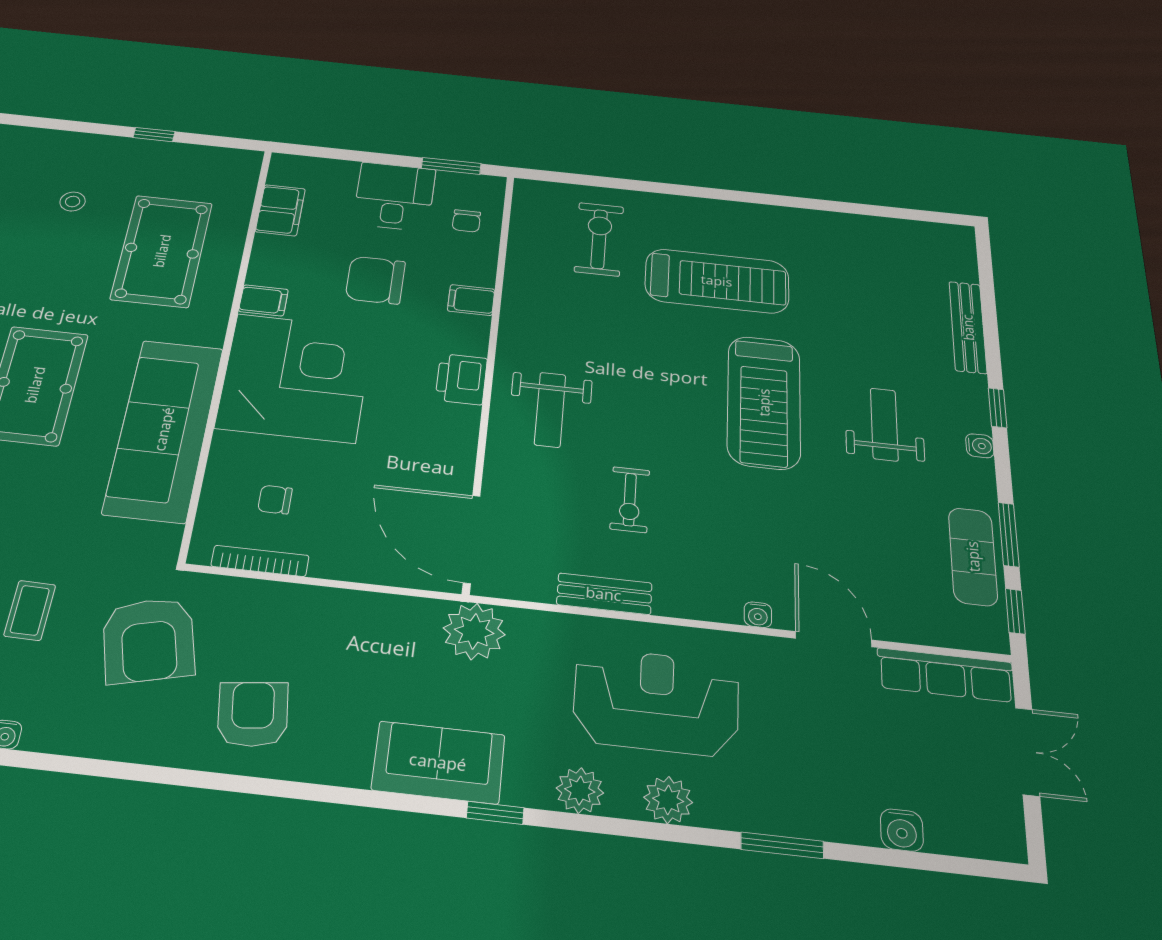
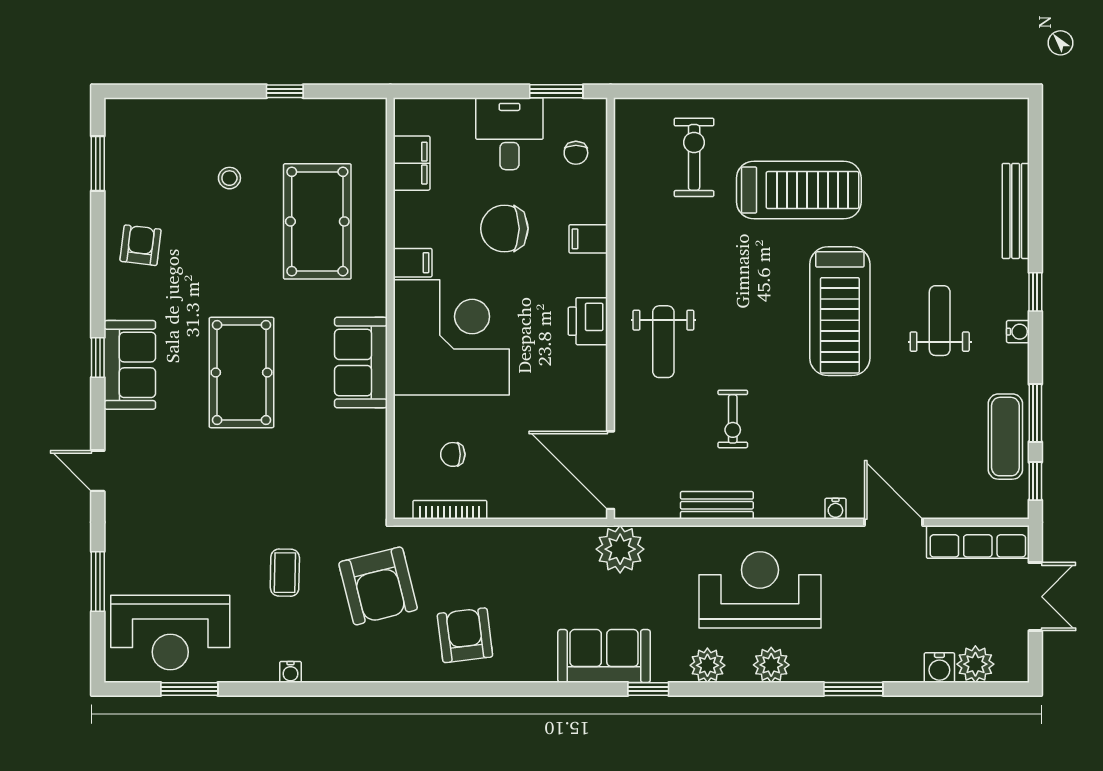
sofa: (164, 429) -> (361, 362), width x0.54, depth x0.79
plant: (952, 831) -> (975, 664), added

